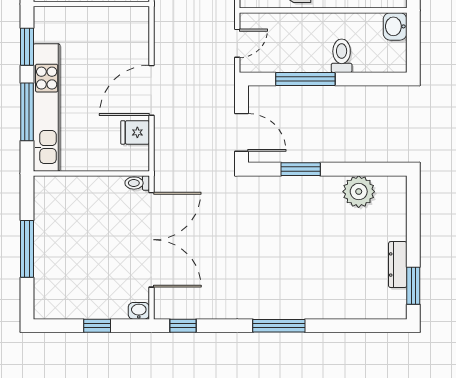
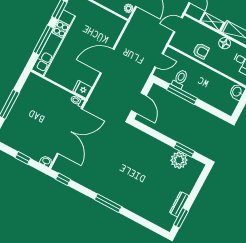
toilet: (342, 56) -> (180, 79), moved
fridge: (135, 132) -> (82, 89), moved
window: (301, 169) -> (184, 149), moved

